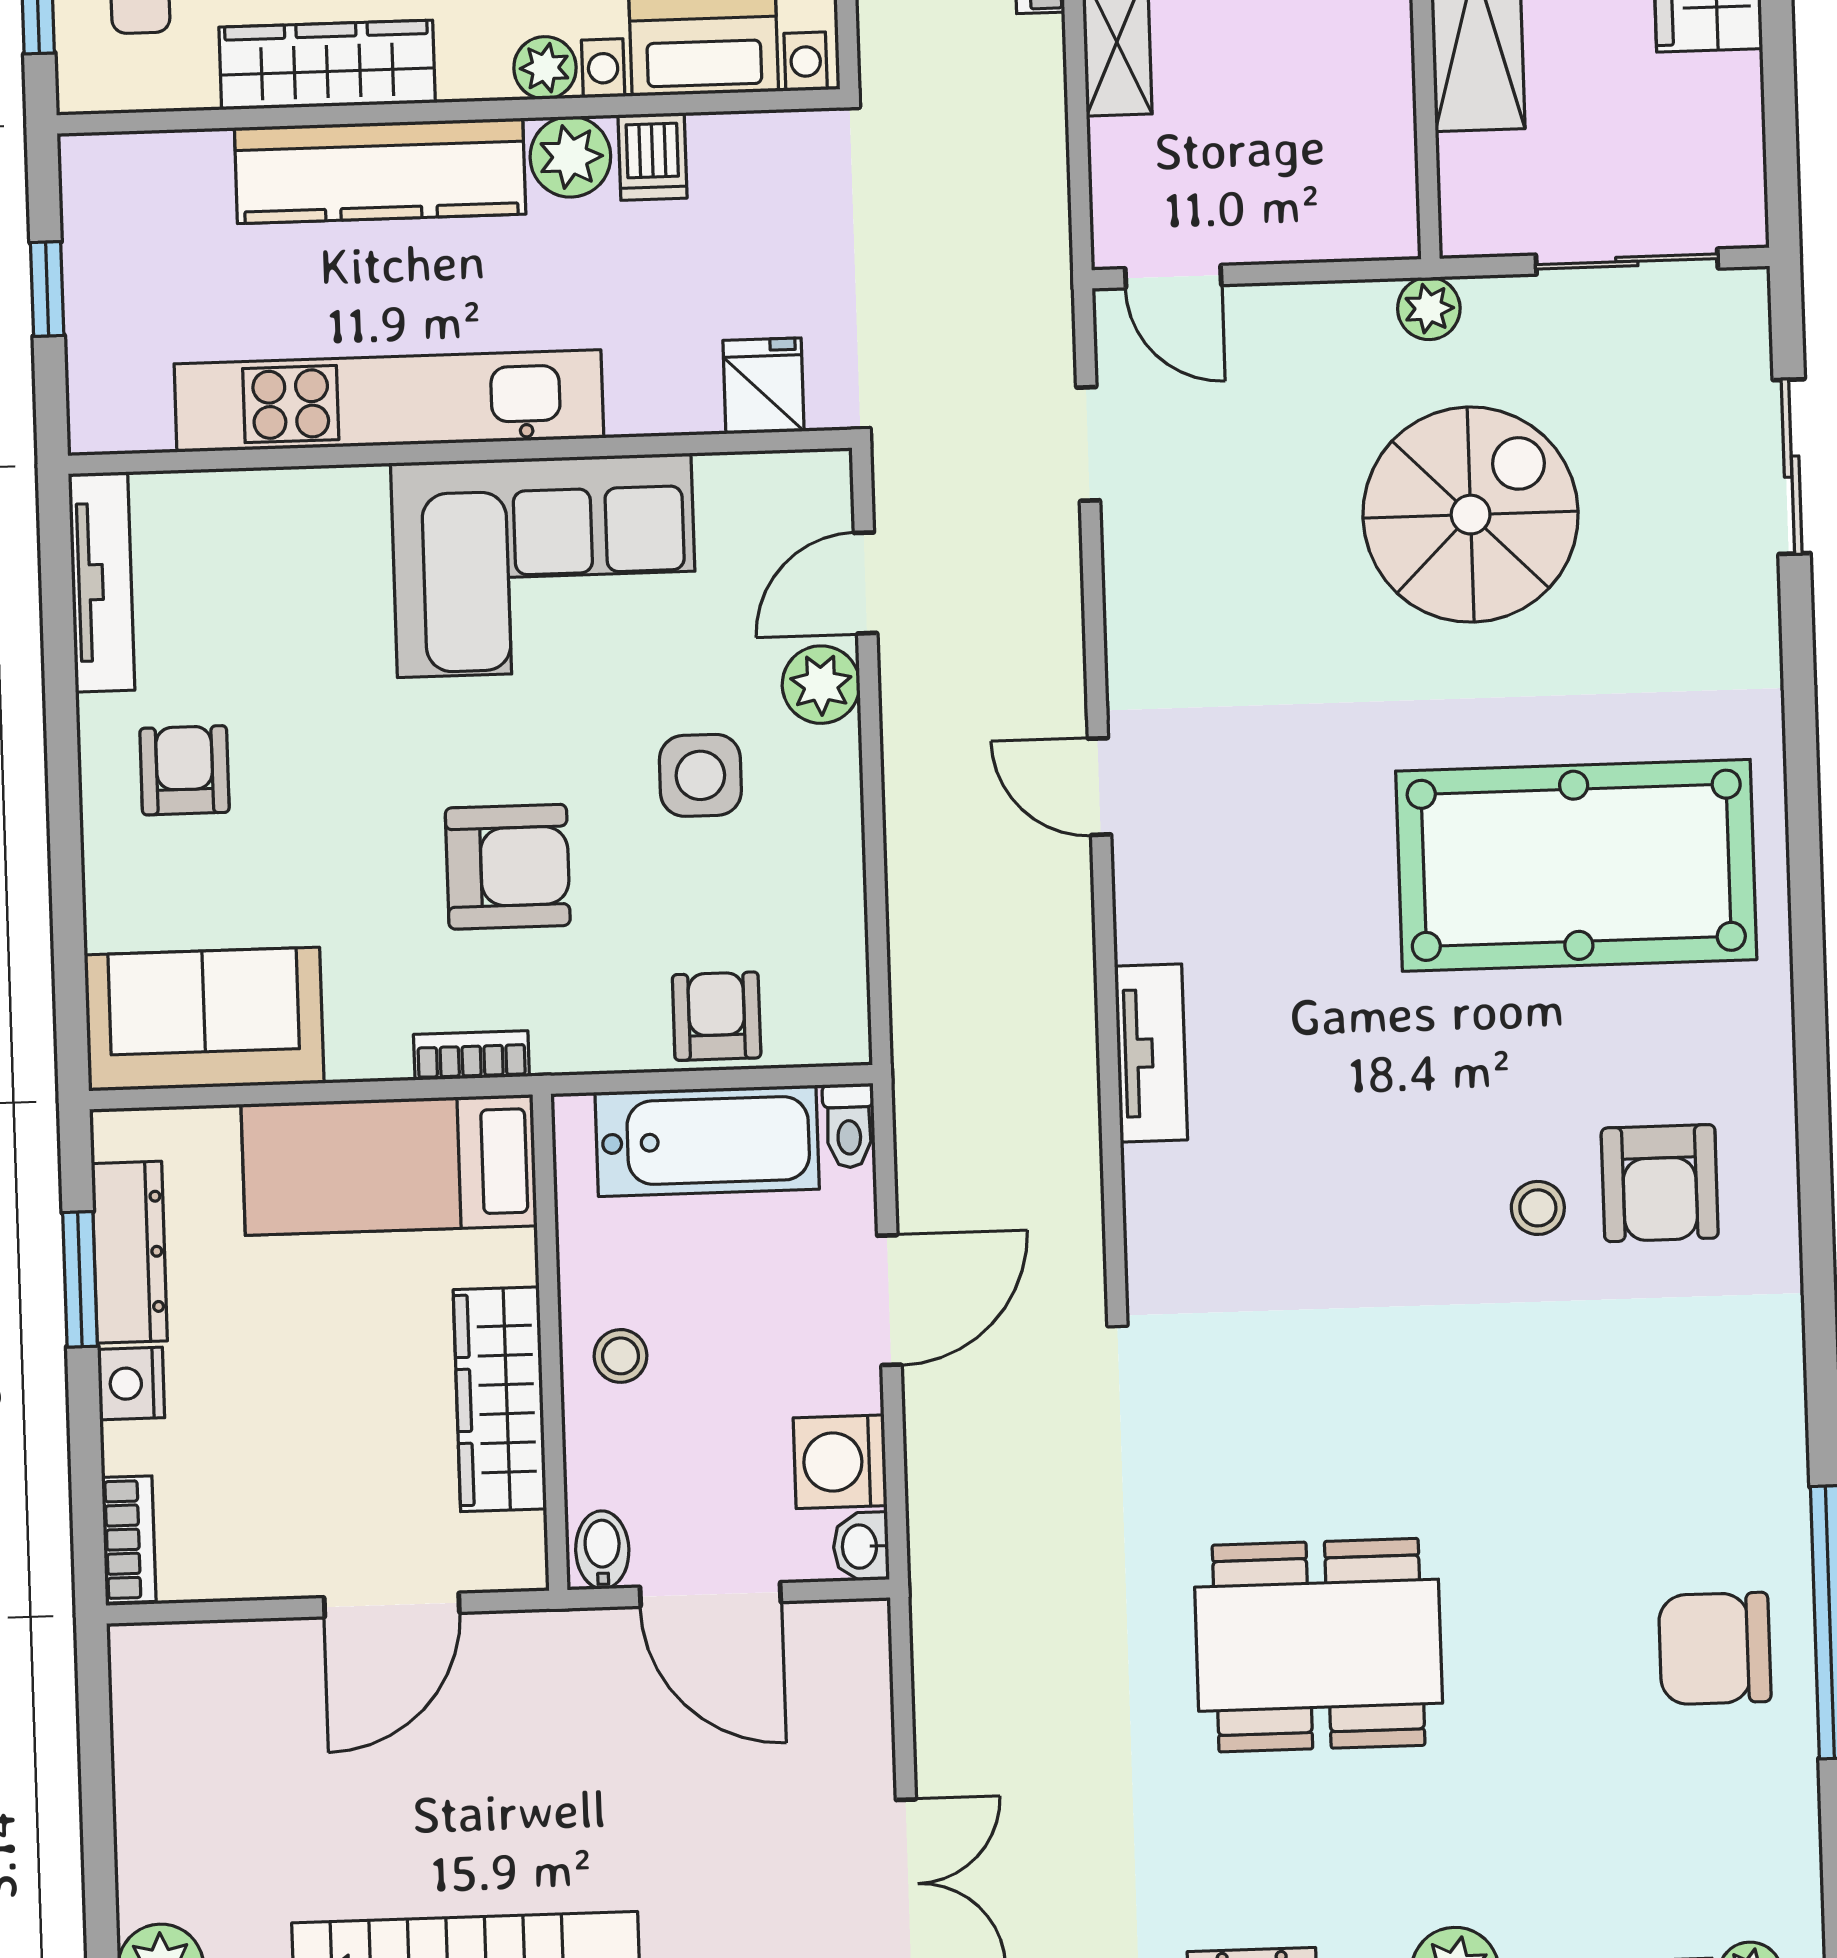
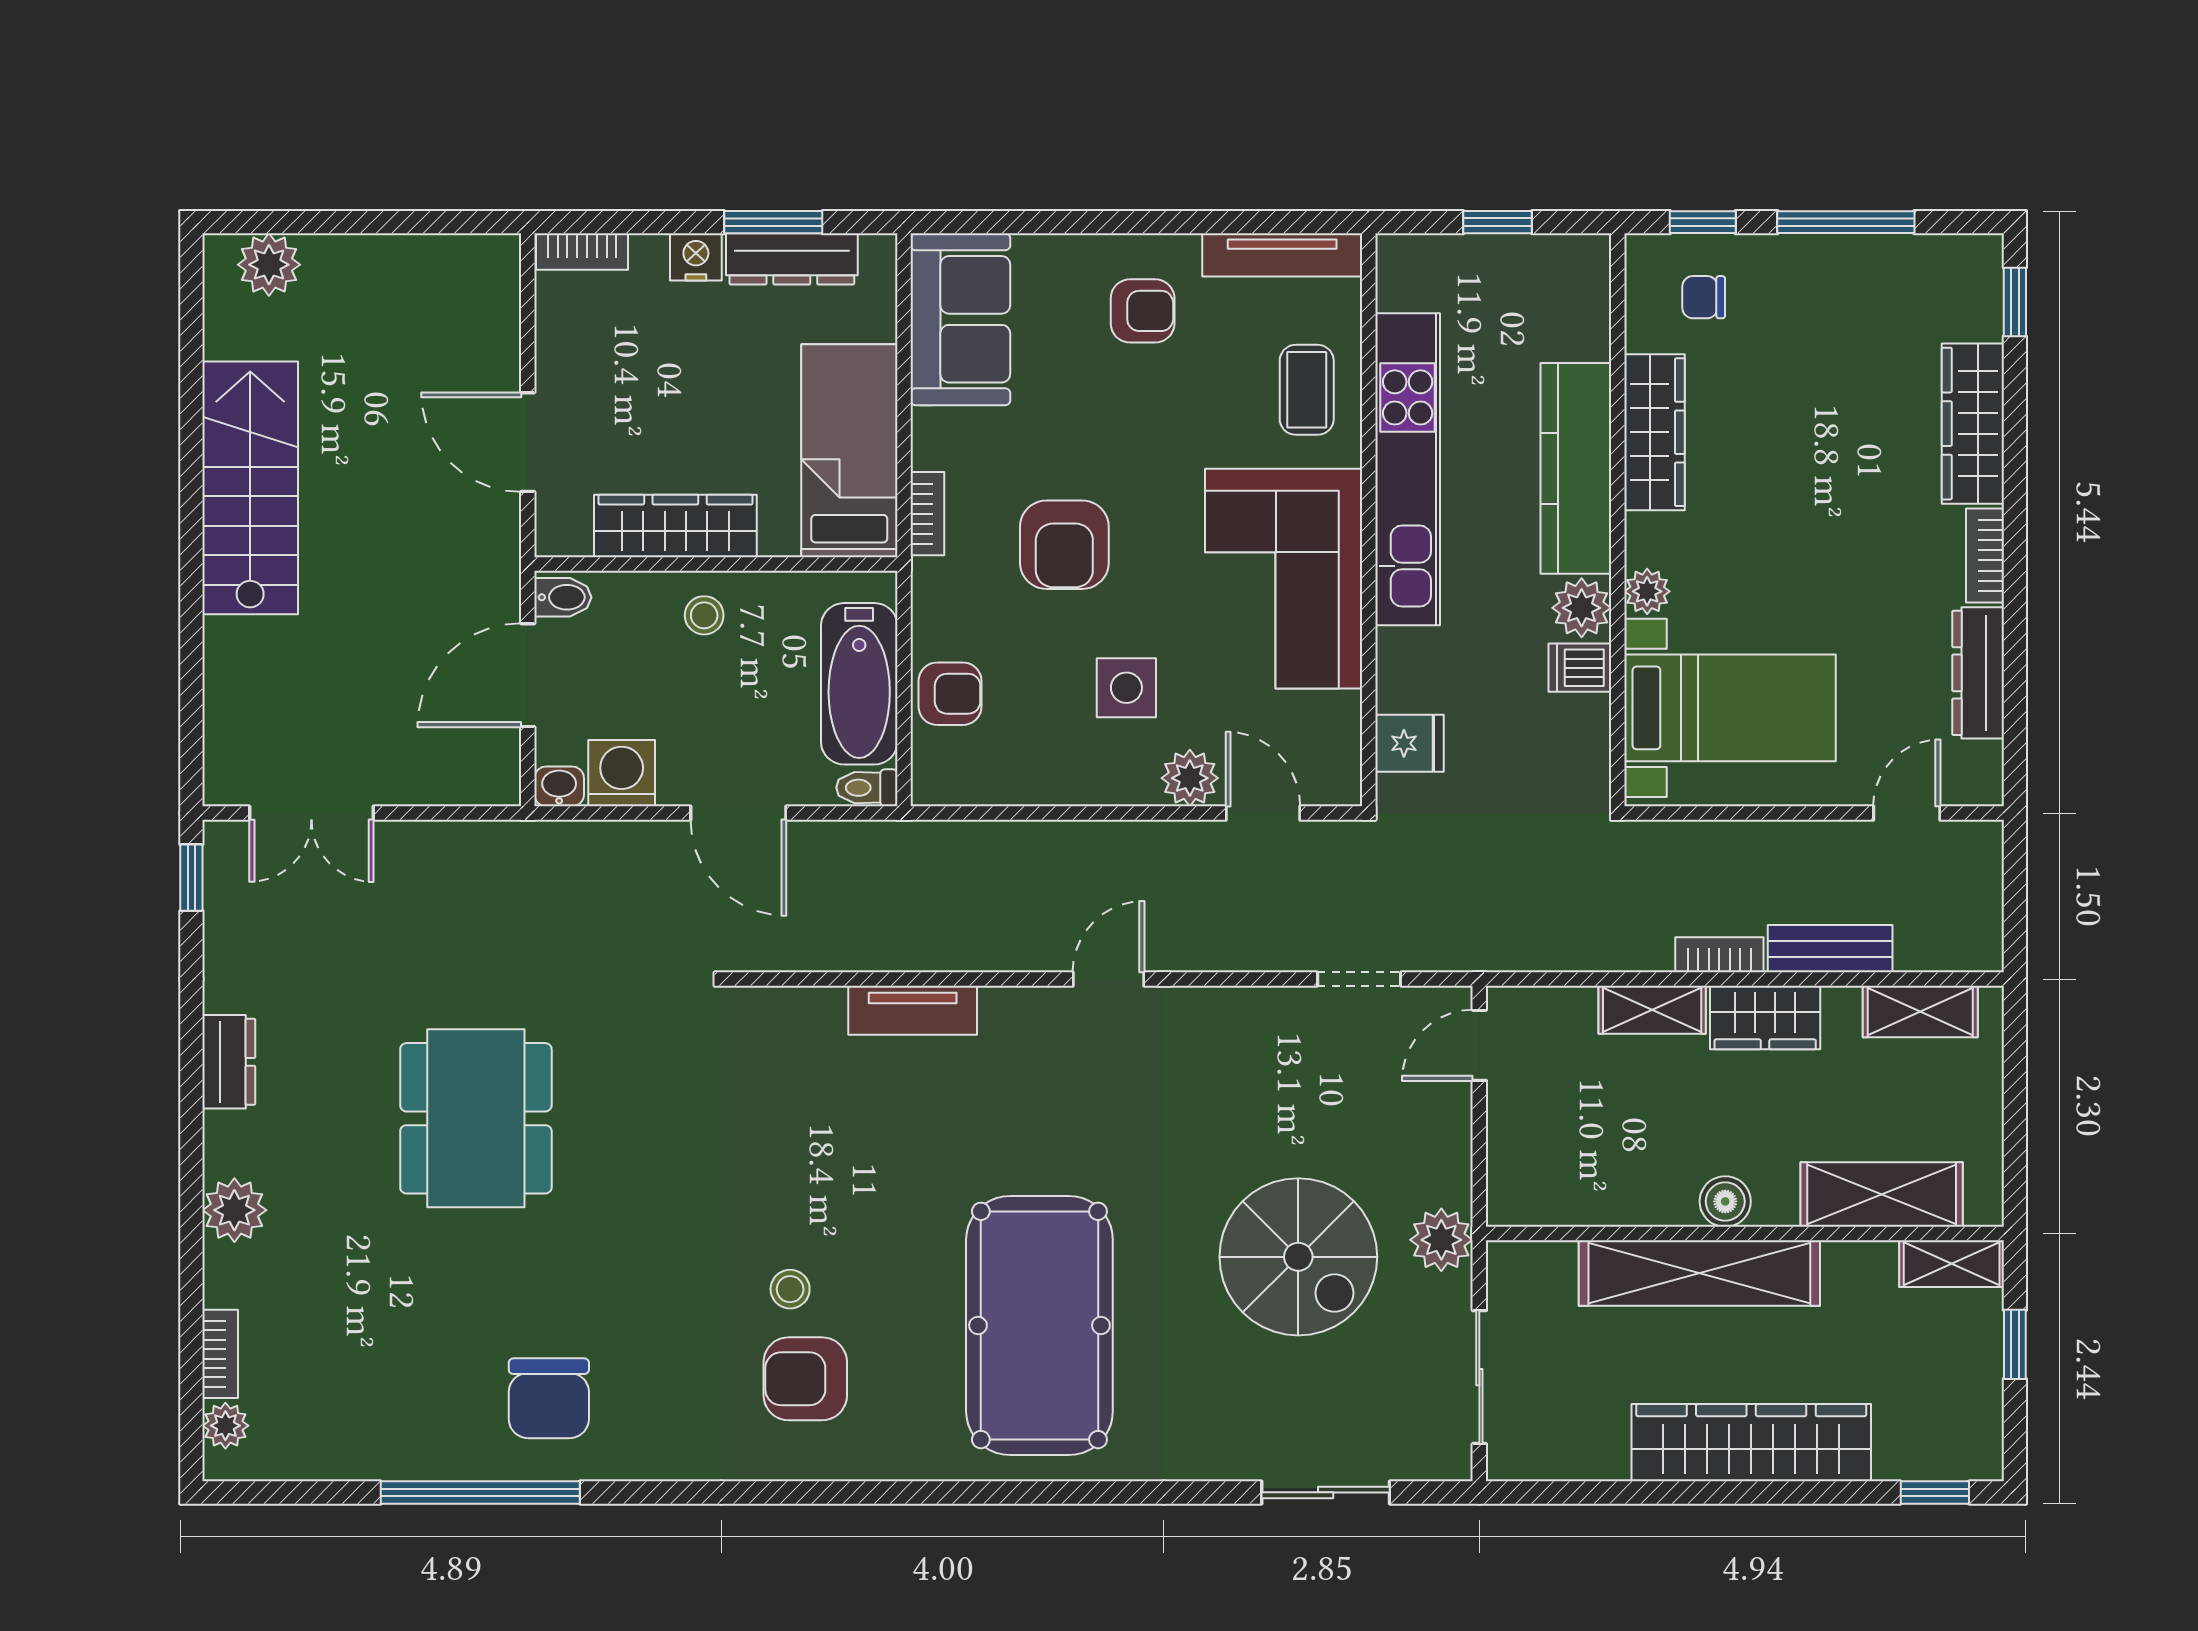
plant: (1429, 308) -> (1441, 1240), width x1.38, depth x1.38
coffee table: (285, 542) -> (1307, 390), added
chair: (1715, 1649) -> (549, 1398), moved, turned 180

